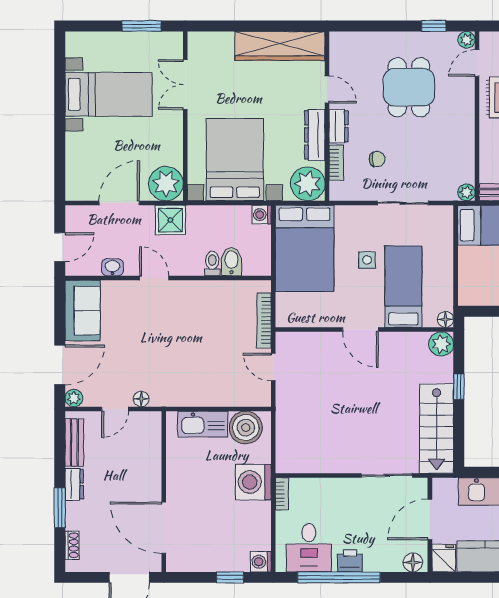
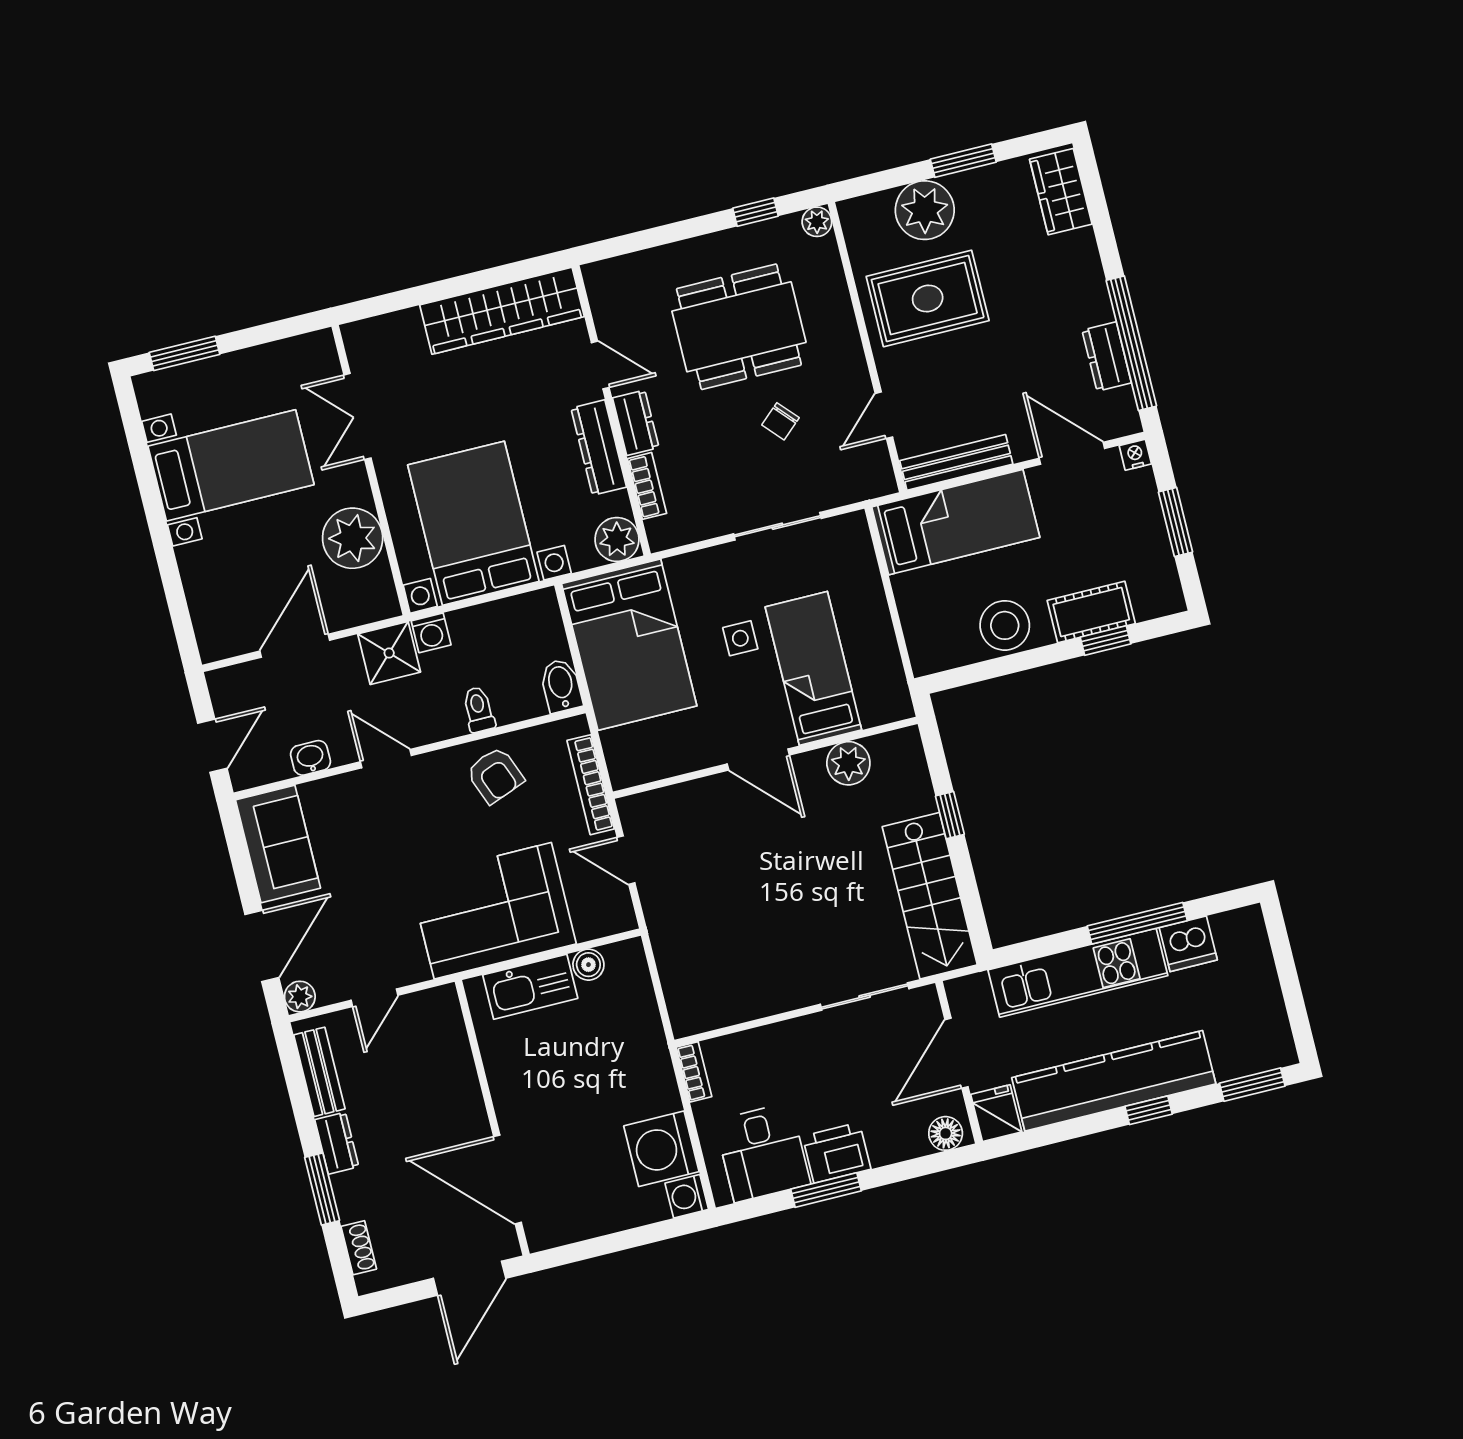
window: (142, 26) -> (184, 353), moved
door: (477, 63) -> (884, 415), moved
dining table: (409, 87) -> (739, 327), width x1.38
chair: (377, 159) -> (780, 421), moved, turned 141
plant: (166, 184) -> (353, 538), moved
plant: (308, 184) -> (617, 539), width x0.73, depth x0.73
plant: (466, 192) -> (881, 481), removed
washing machine: (262, 215) -> (431, 633), moved, turned -90
bidet: (231, 262) -> (561, 686), moved
armchair: (212, 302) -> (495, 775), added
floor lamp: (446, 319) -> (899, 706), removed
plant: (441, 344) -> (848, 763), moved
corner sofa: (193, 377) -> (493, 911), added
floor lamp: (141, 399) -> (415, 970), removed
boiler: (246, 428) -> (588, 965), width x0.54, depth x0.54
washing machine: (253, 482) -> (661, 1149), moved
printer: (350, 561) -> (837, 1153), width x1.36, depth x1.24
window: (230, 577) -> (641, 1236), removed
window: (339, 577) -> (826, 1190), width x0.47

